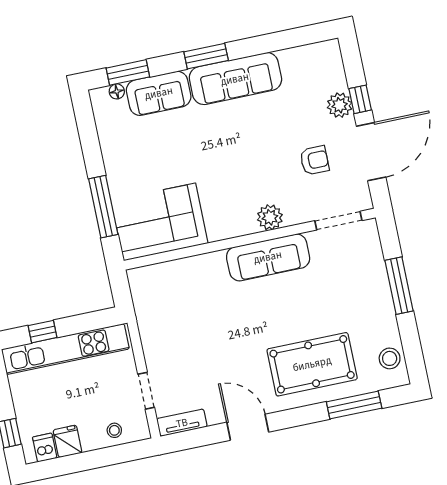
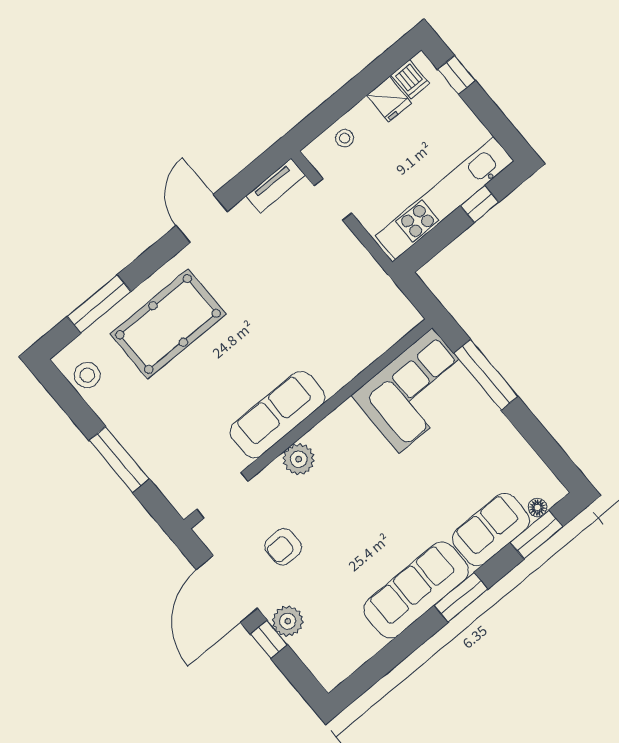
door: (248, 427) -> (202, 219), swing flipped

